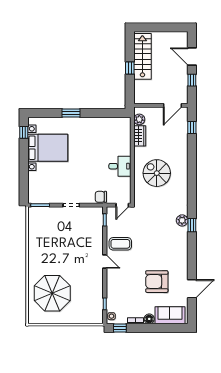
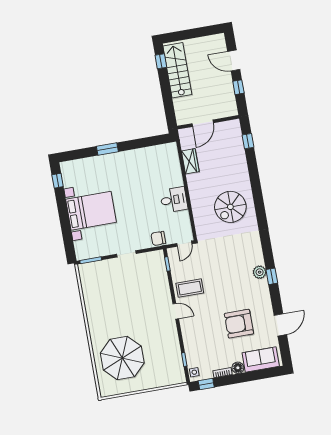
window: (130, 68) -> (161, 61), moved
door: (172, 105) -> (203, 123), moved
plant: (139, 119) -> (186, 143), removed
bed with nightstands: (48, 148) -> (91, 211), moved
spiral stairs: (157, 173) -> (230, 207), moved, turned -90
plant: (182, 220) -> (260, 272), moved
window: (192, 225) -> (272, 276), moved

